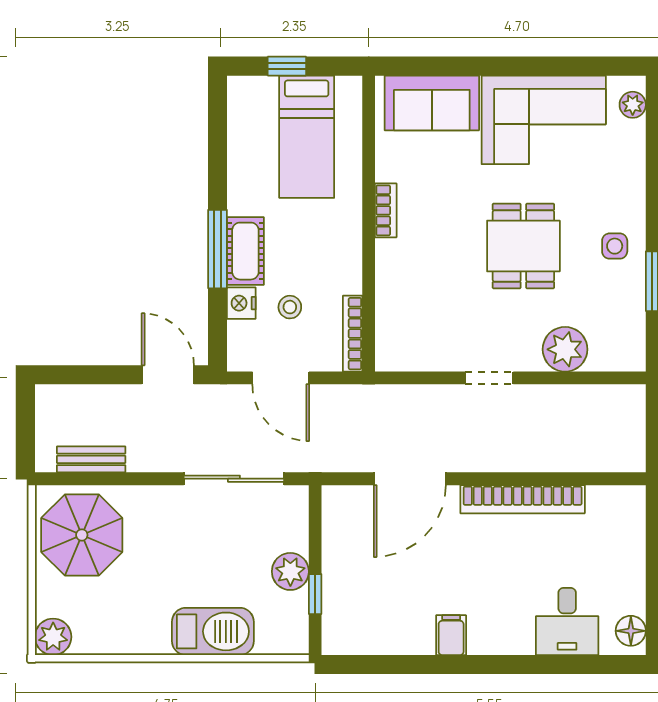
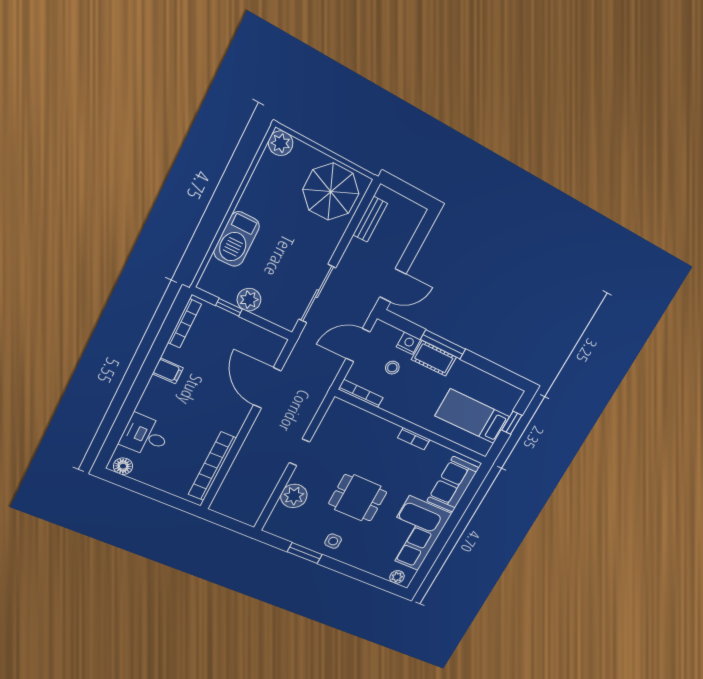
bookcase: (523, 499) -> (212, 466), moved
bookcase: (369, 645) -> (185, 323), added

